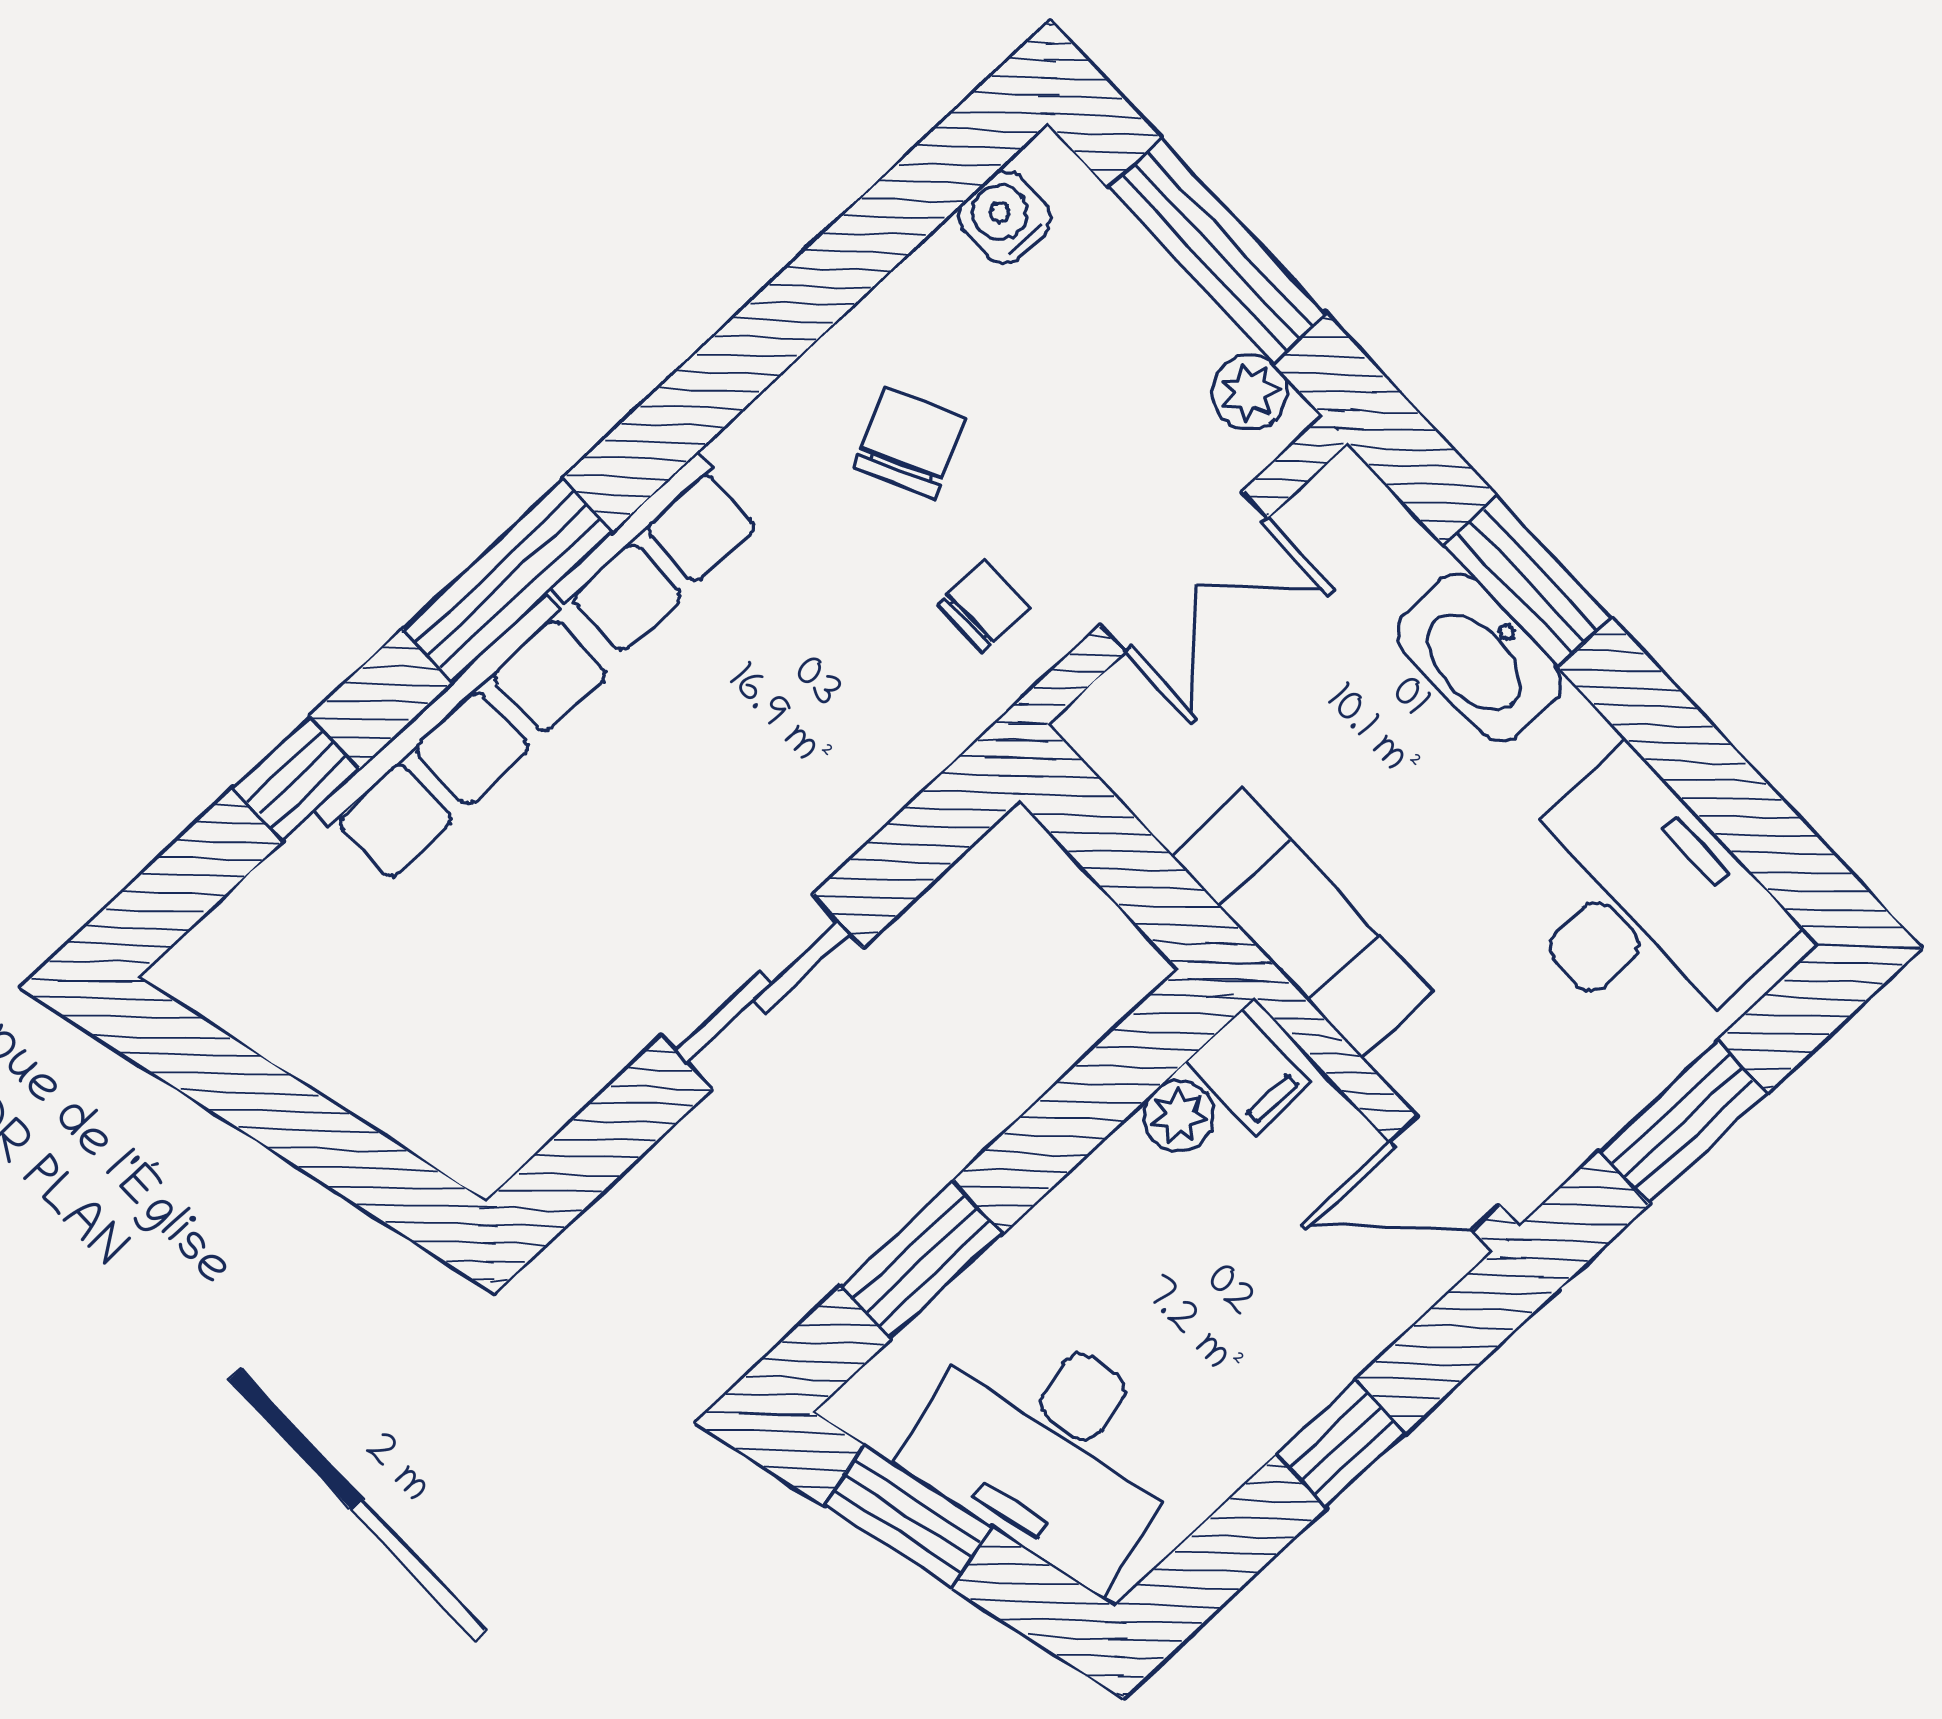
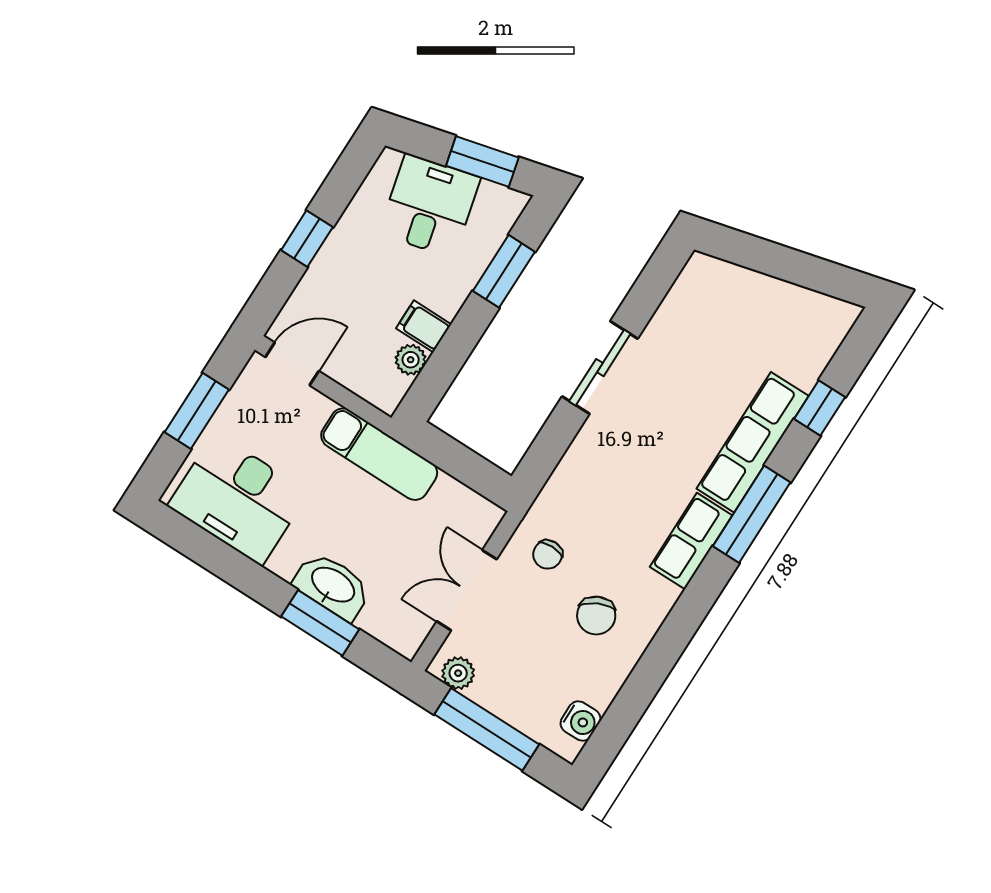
filing cabinet: (1248, 1072) -> (424, 326), moved
desk: (1050, 1448) -> (430, 206), width x0.73

